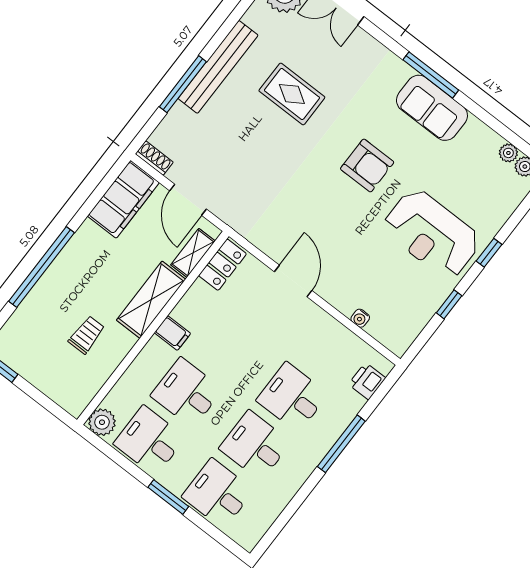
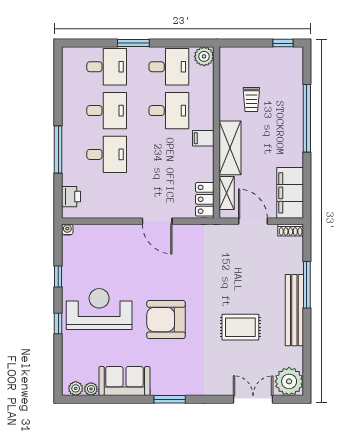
window: (431, 75) -> (170, 399), width x0.69
sofa: (432, 108) -> (124, 381), moved
armchair: (367, 165) -> (166, 320), width x1.36, depth x1.36
water cooler: (360, 318) -> (67, 229), moved

